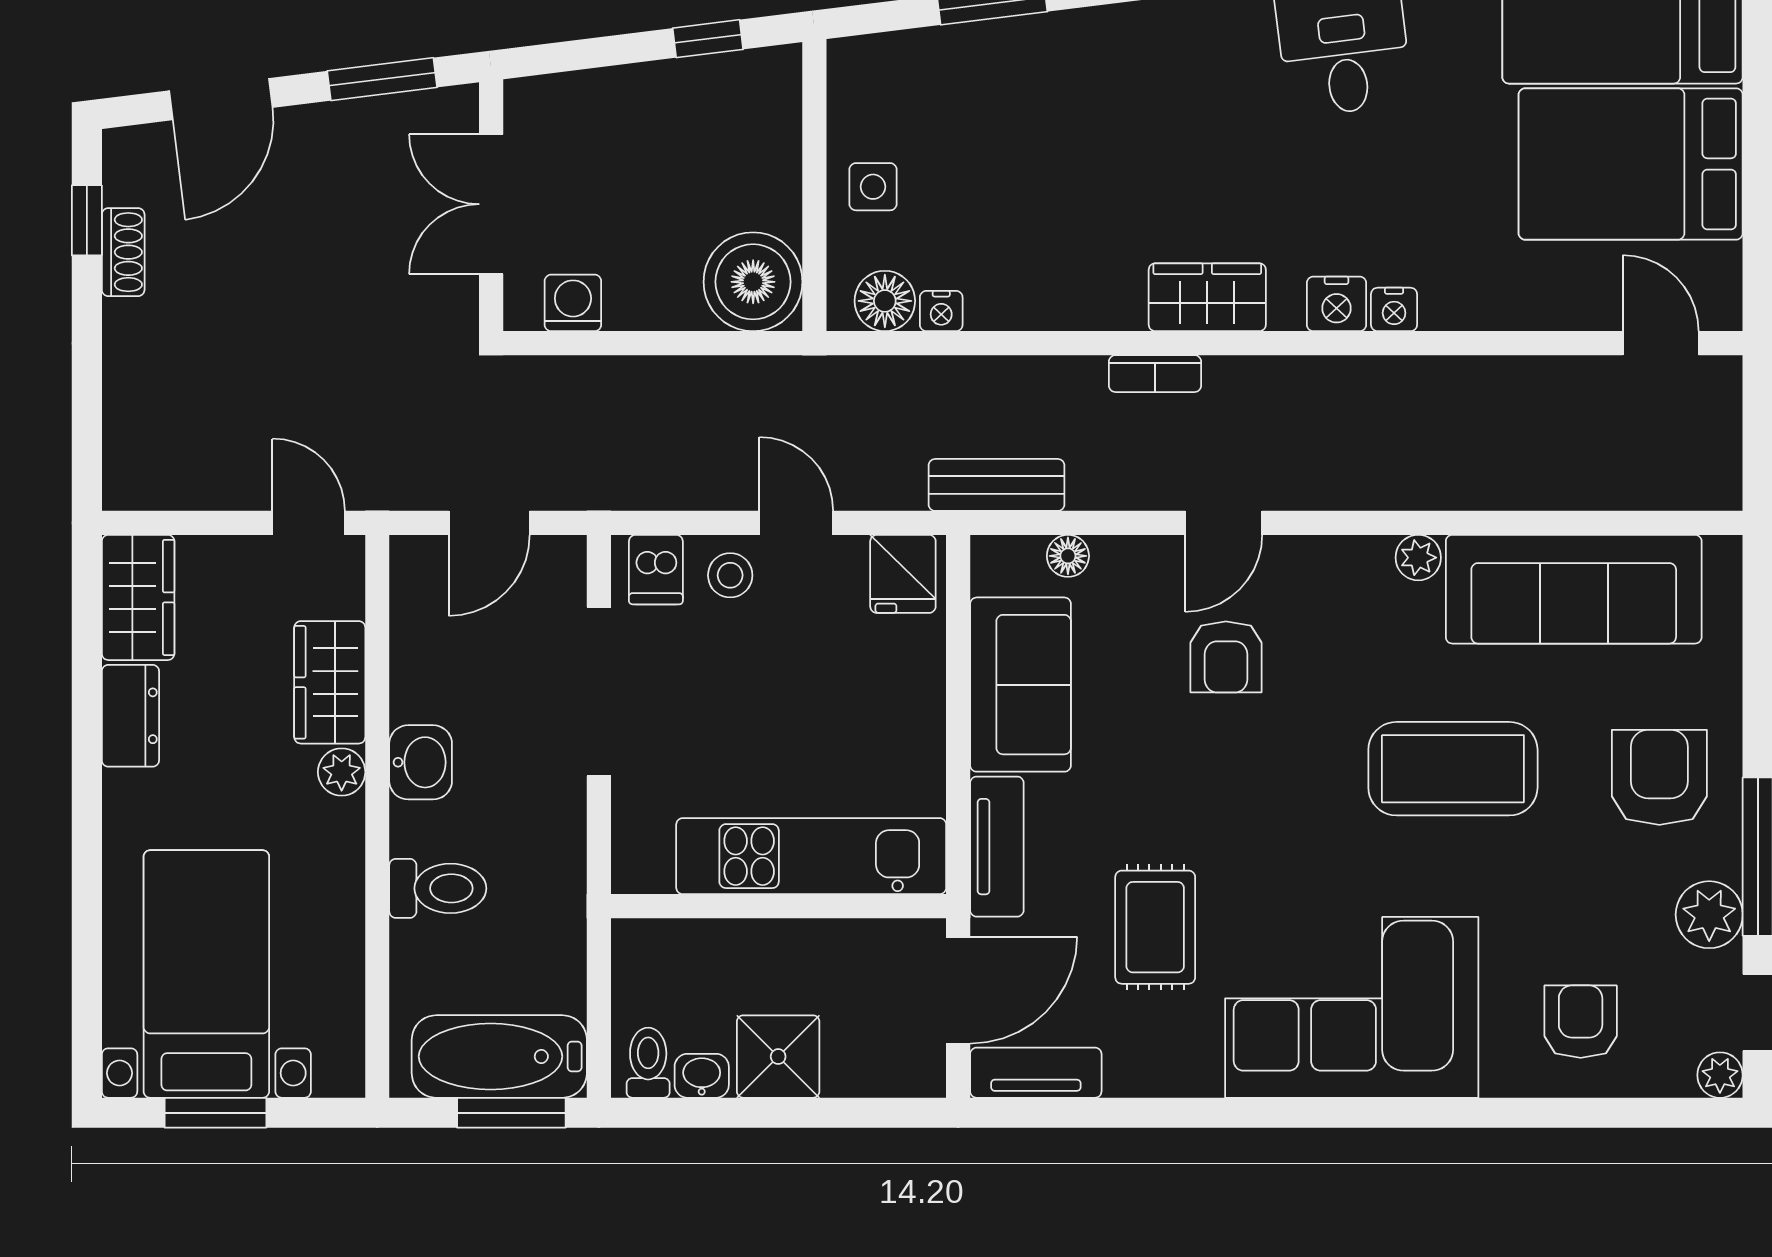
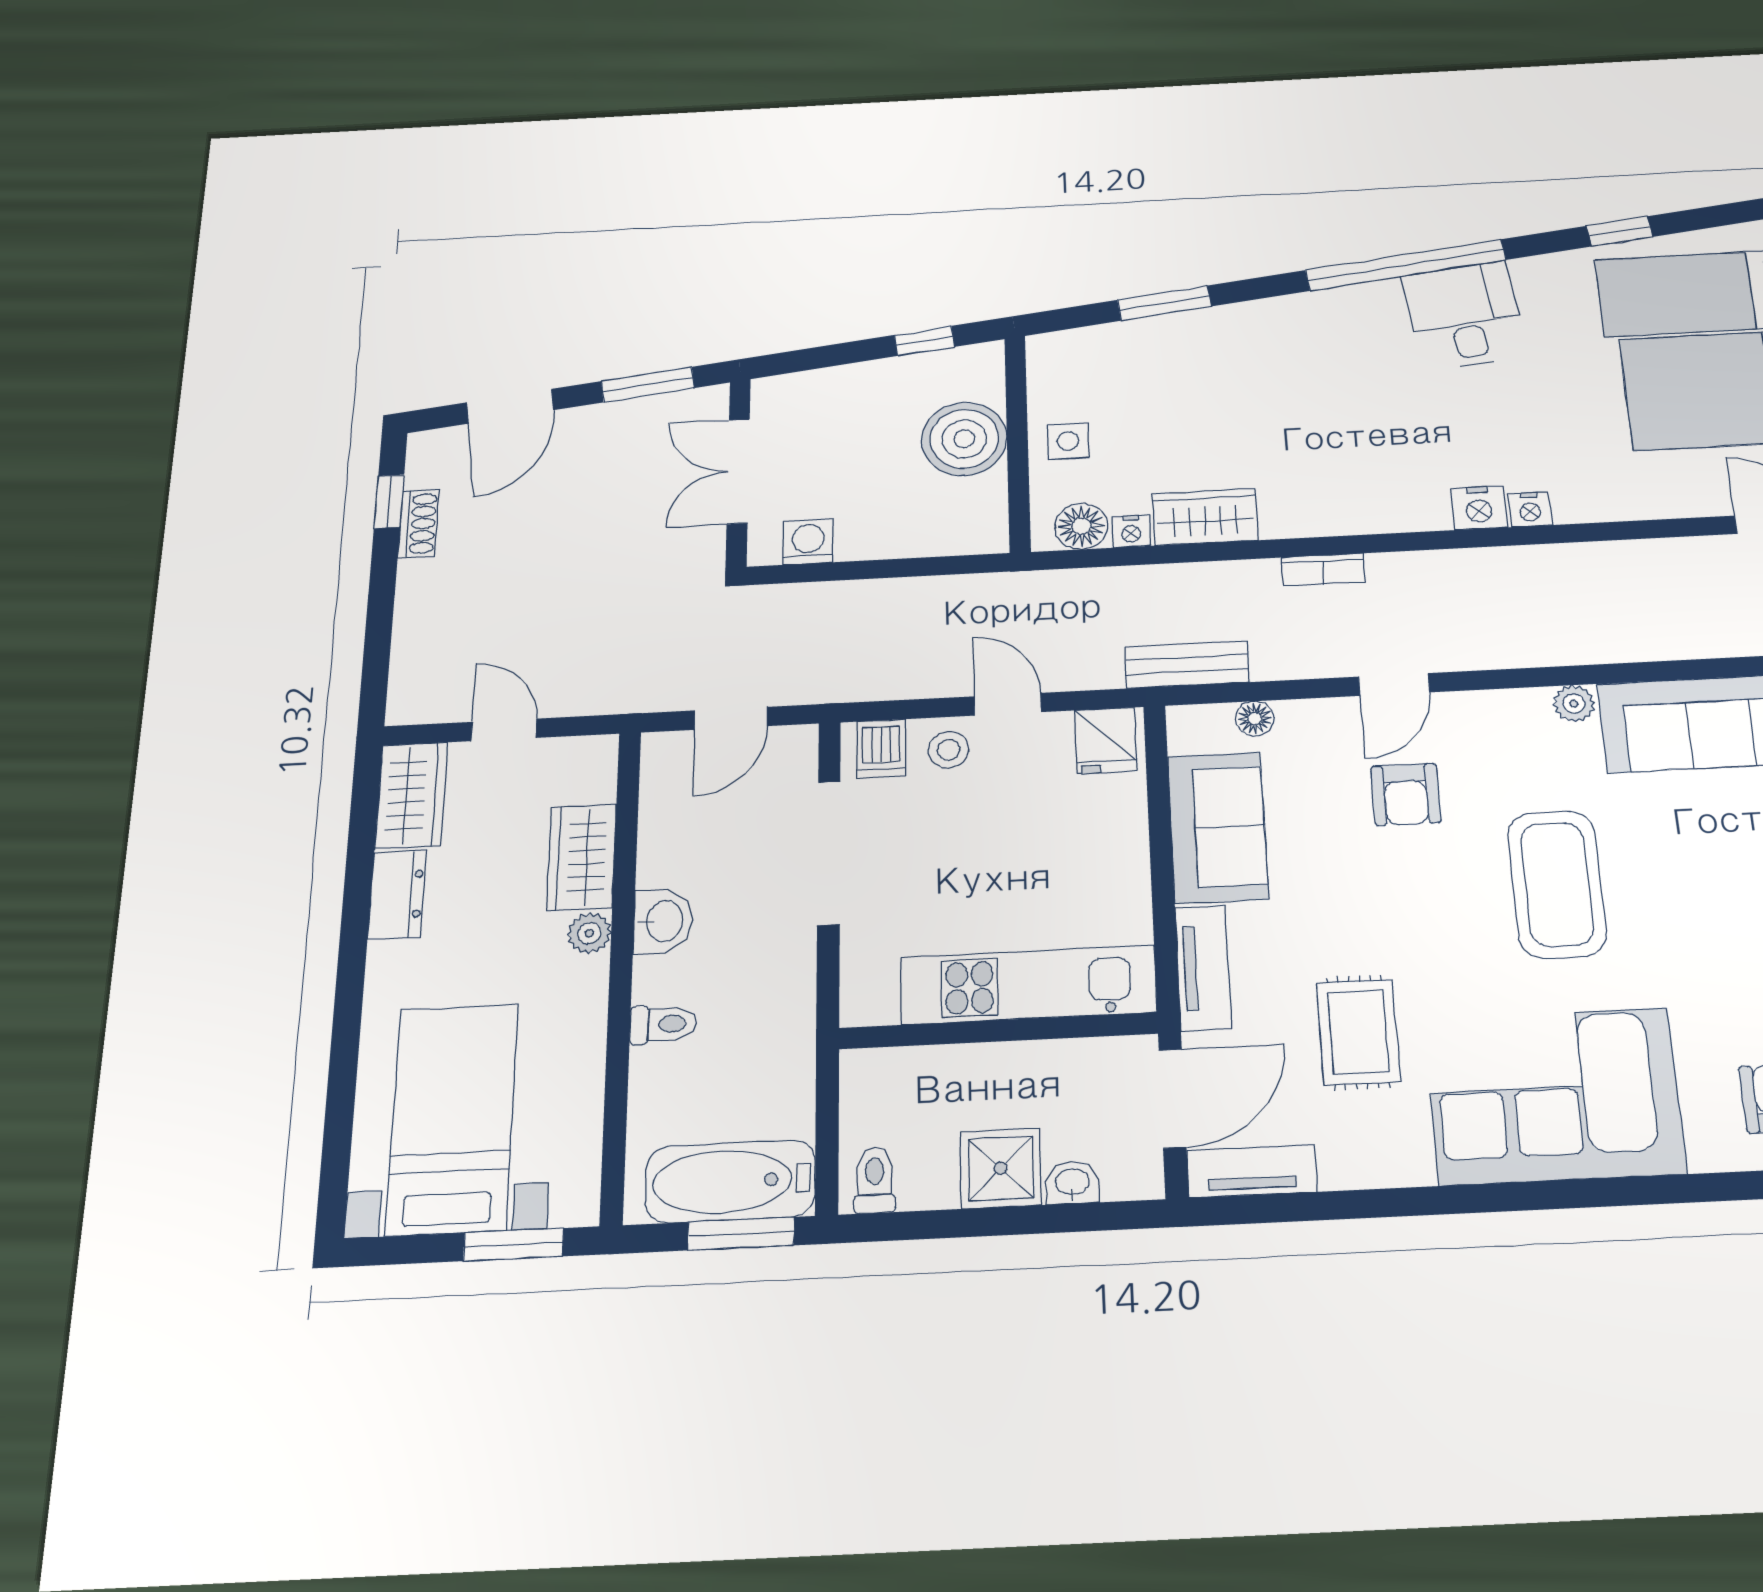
boiler: (753, 282) -> (964, 439), moved
wardrobe: (1207, 297) -> (1205, 517), moved
door: (309, 523) -> (504, 730), moved
coffee table: (1453, 769) -> (1557, 884), moved, turned 90
toilet: (438, 888) -> (663, 1024), width x0.73, depth x0.72
washbasin: (702, 1076) -> (1072, 1183), moved
window: (215, 1113) -> (513, 1245), moved

